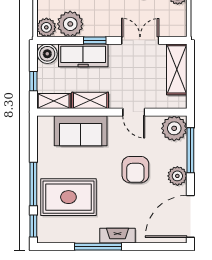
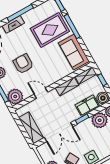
double door: (140, 40) -> (59, 132), width x1.37
freezer: (83, 55) -> (87, 106), width x0.71
sofa: (81, 131) -> (74, 52), moved, turned -90

